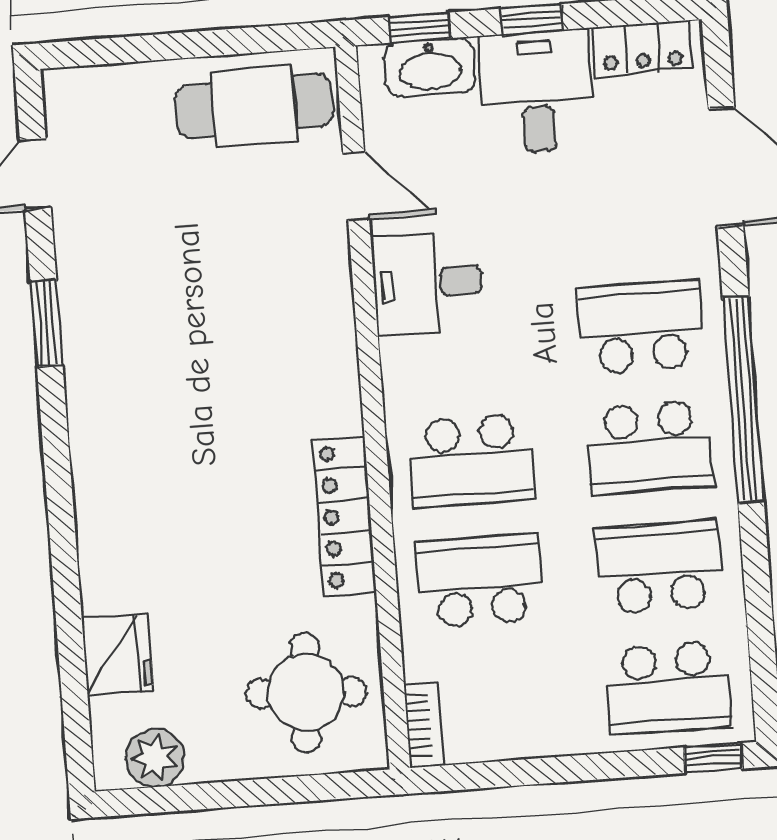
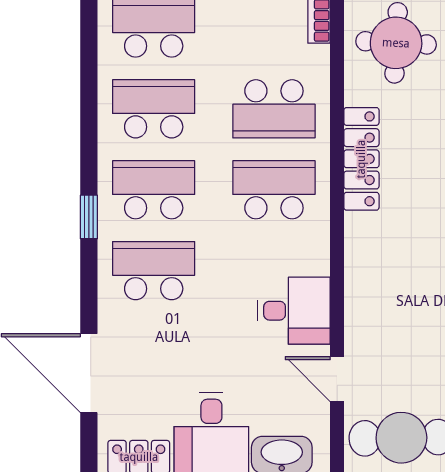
school desk: (641, 327) -> (154, 271), turned 180
window: (743, 399) -> (89, 217), width x0.32
school desk: (659, 567) -> (154, 109), turned 180

